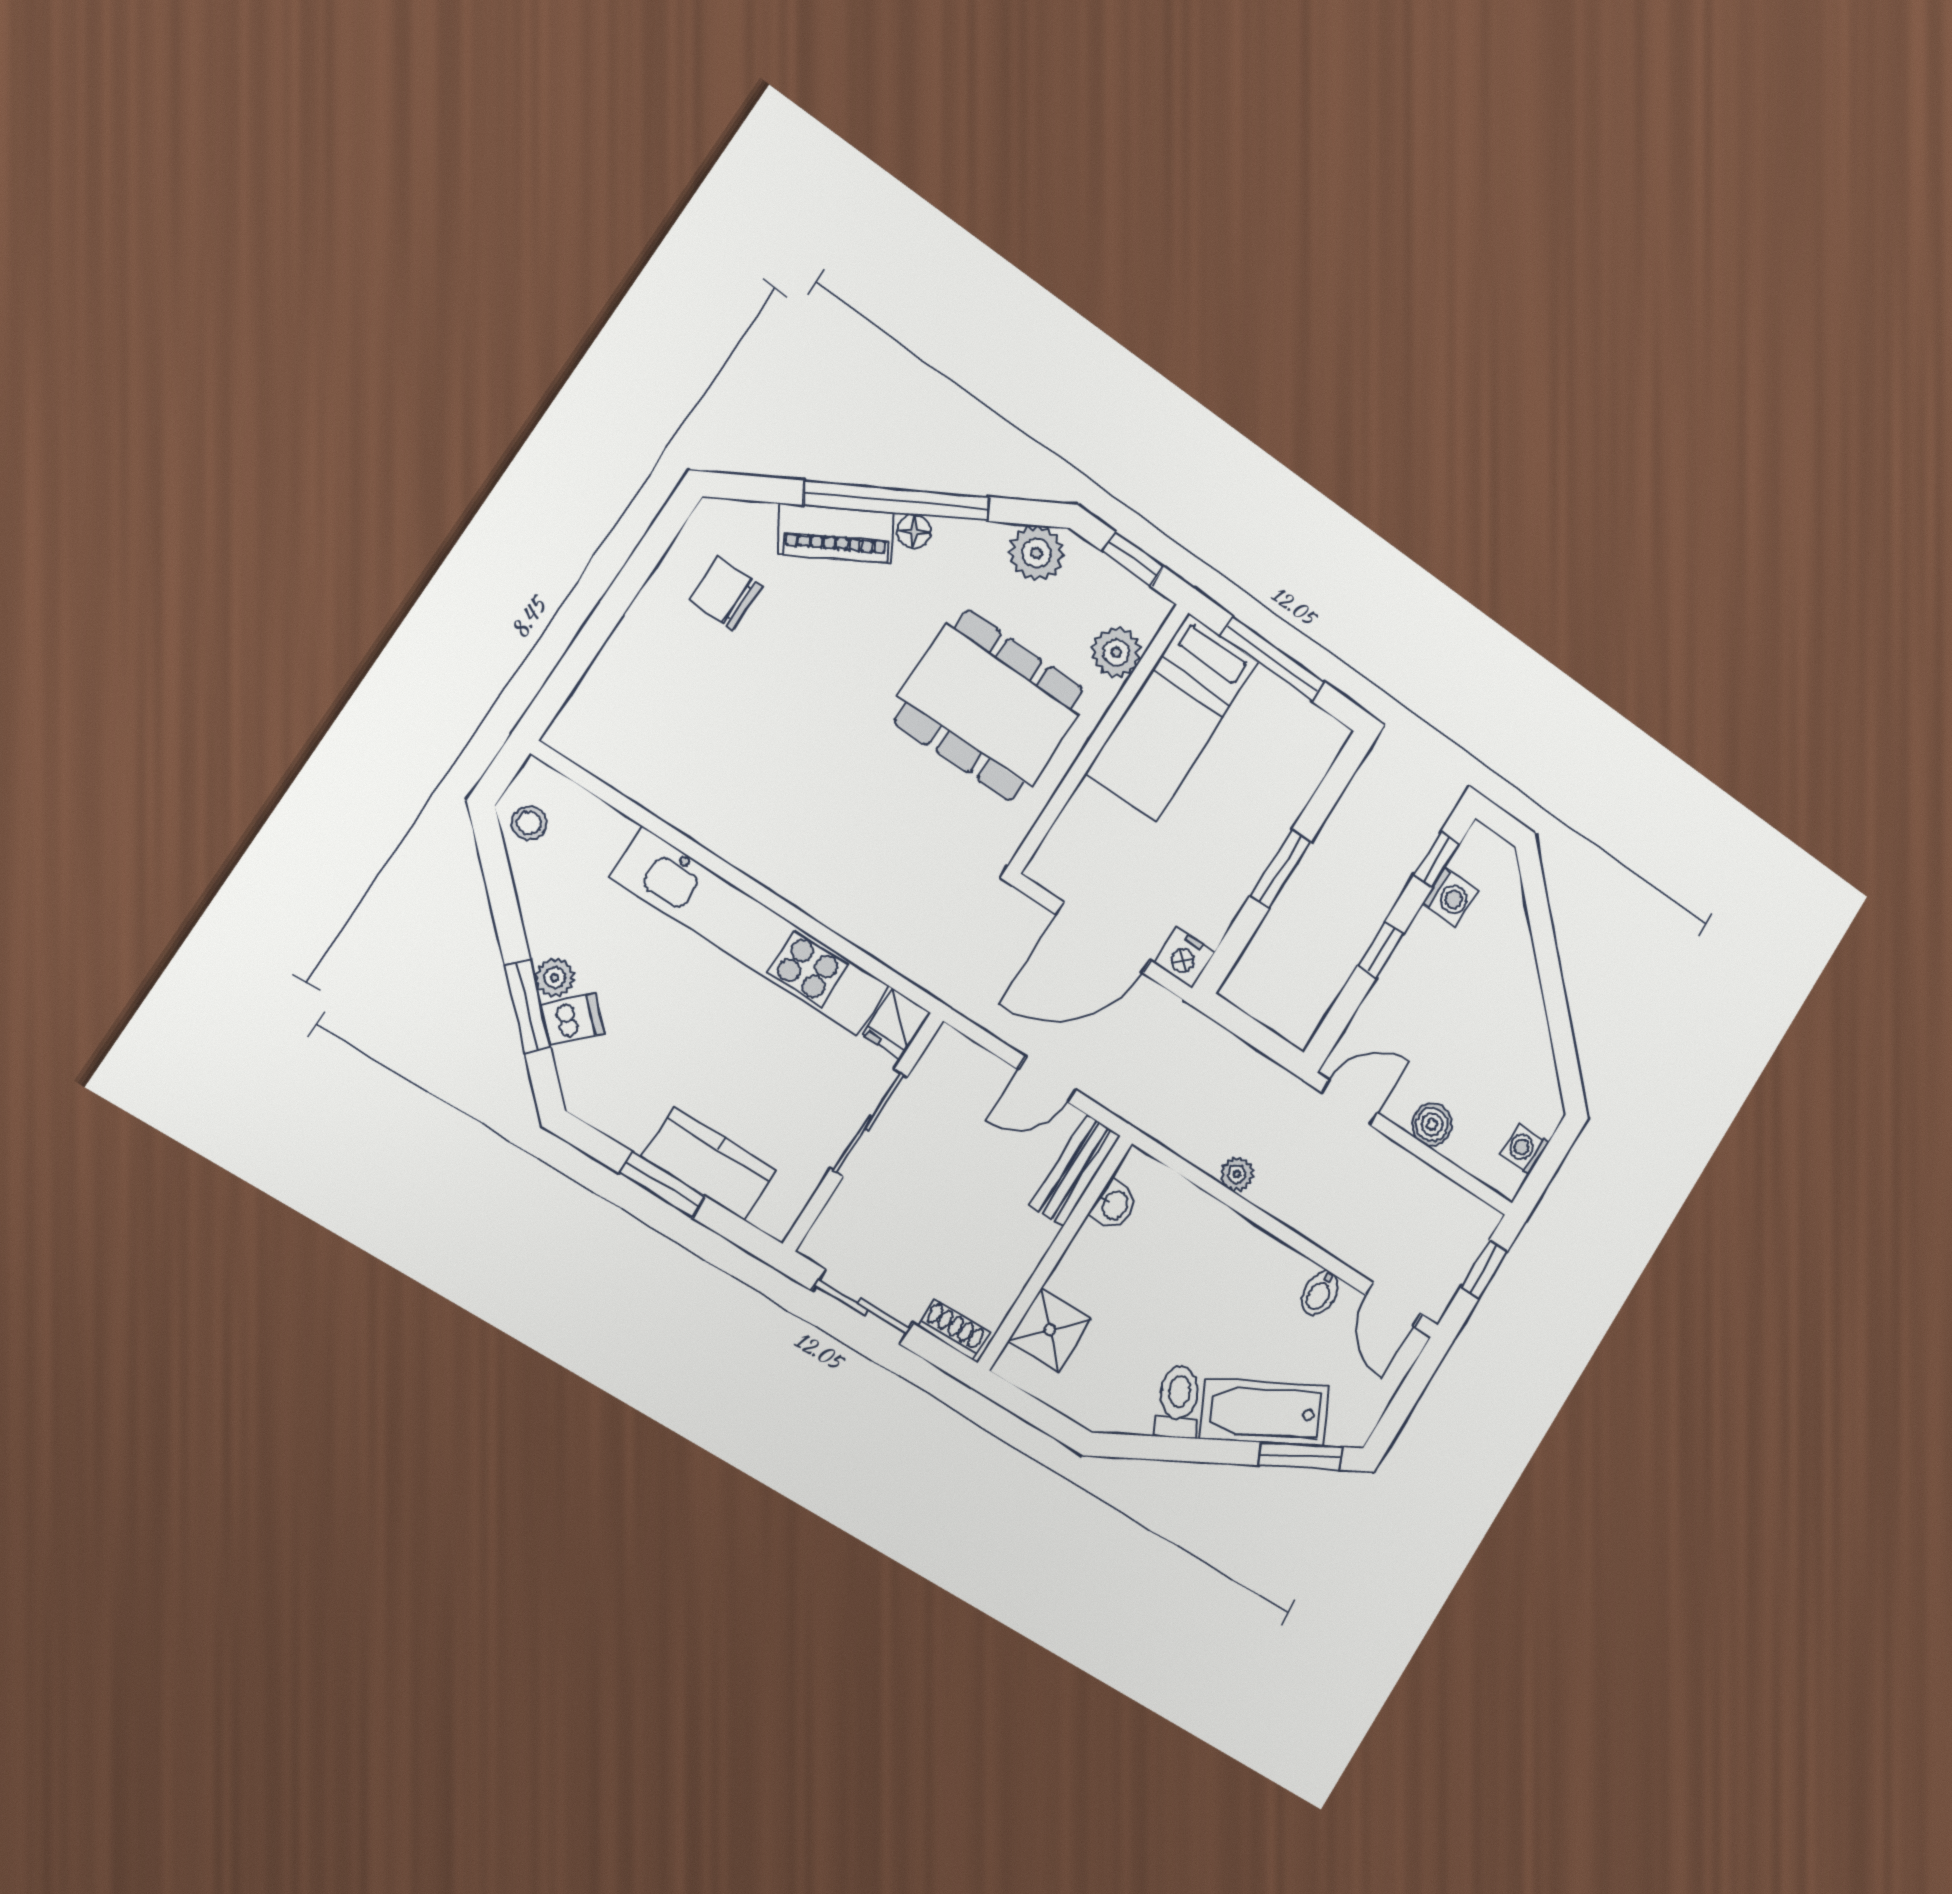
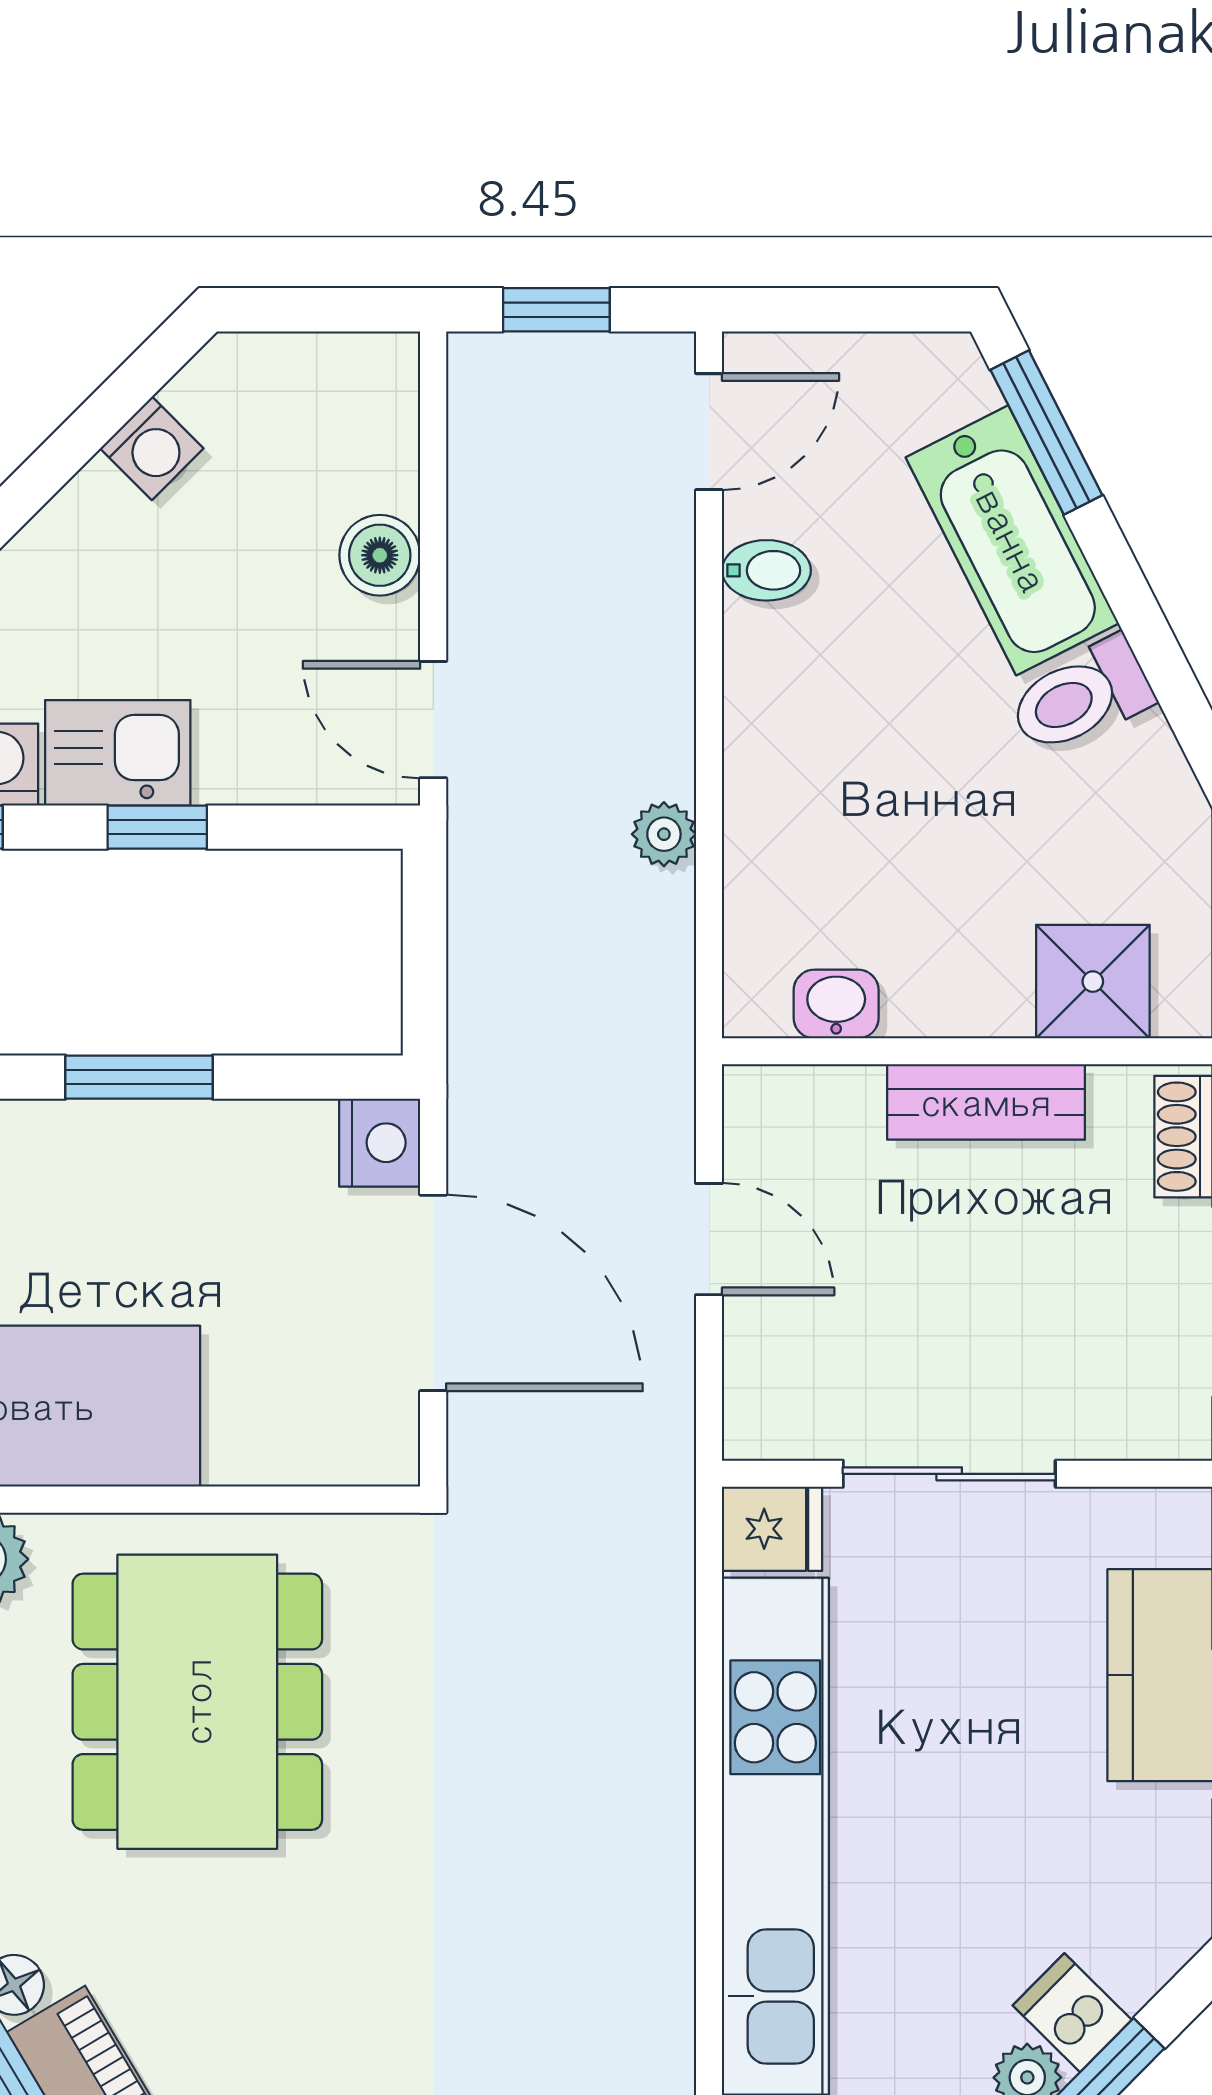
kitchen sink: (1422, 953) -> (118, 753), added
washing machine: (1524, 1149) -> (152, 448), moved, turned -45
bench: (1075, 1170) -> (986, 1102), moved

